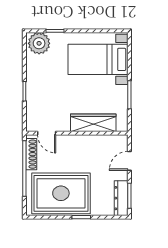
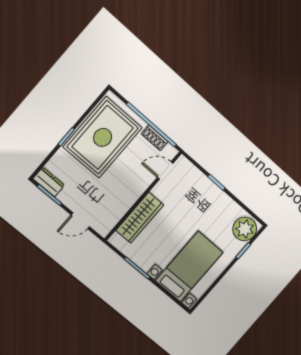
shoe rack: (31, 154) -> (155, 138), width x0.70
door: (129, 161) -> (80, 221), swing flipped
dresser: (121, 198) -> (49, 182), width x0.70

